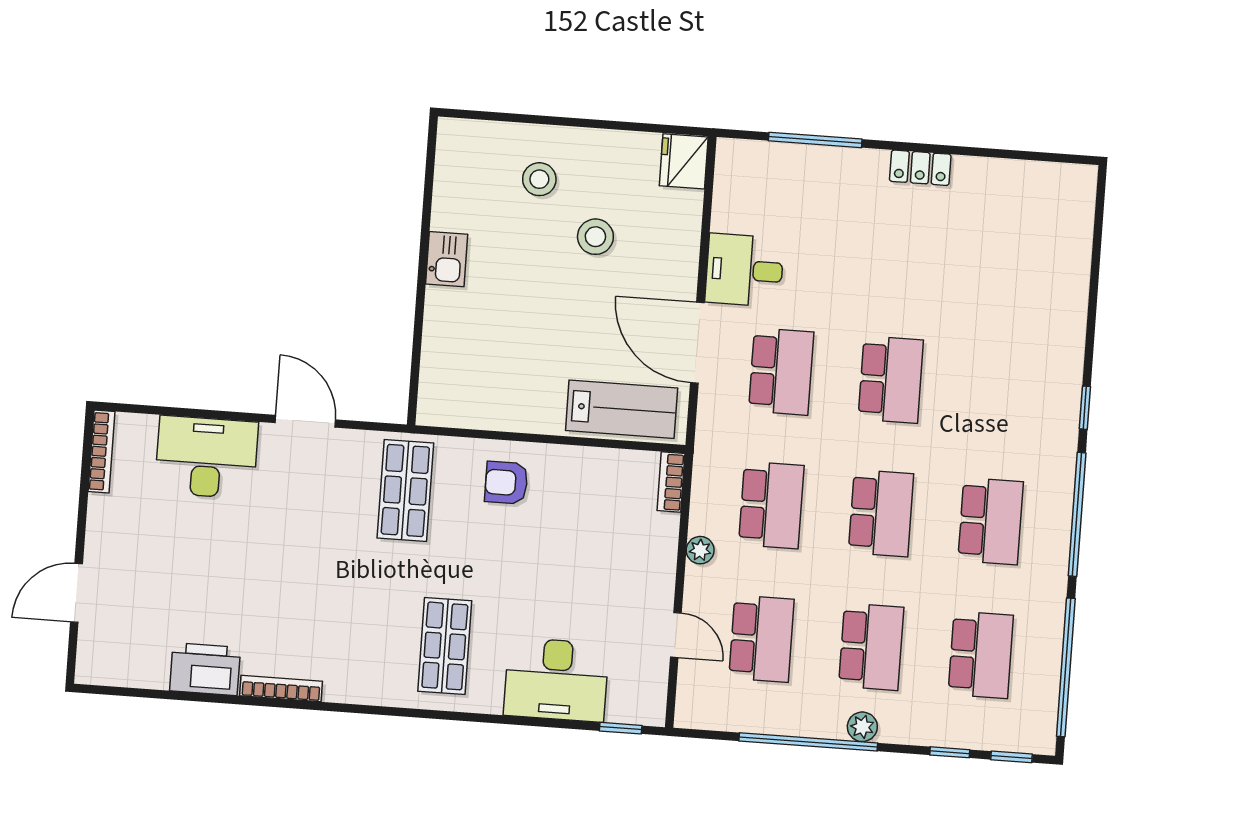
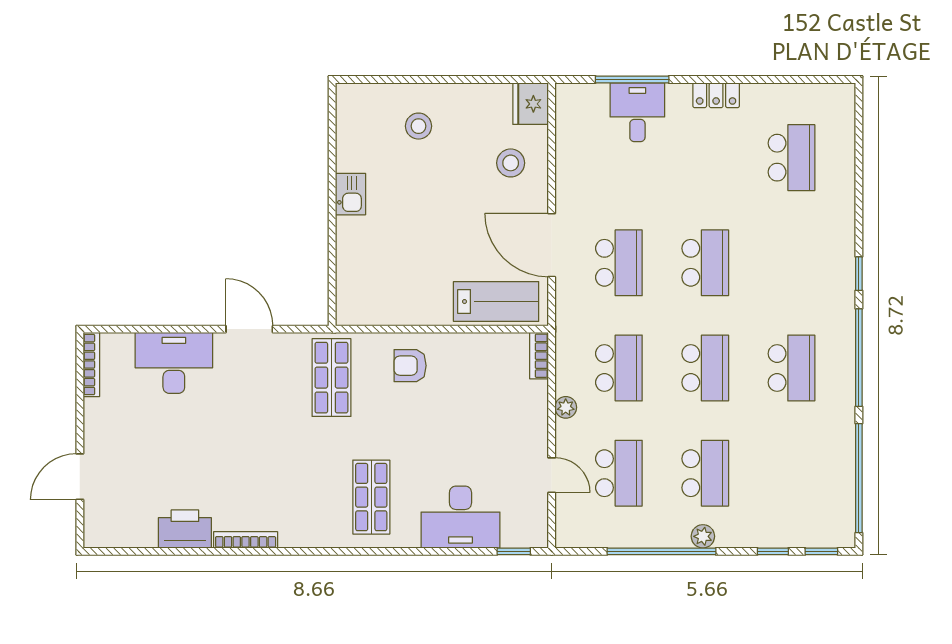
stool: (595, 237) -> (511, 163), moved
desk: (744, 270) -> (637, 112), moved, turned 90
school desk: (981, 655) -> (792, 158), moved

